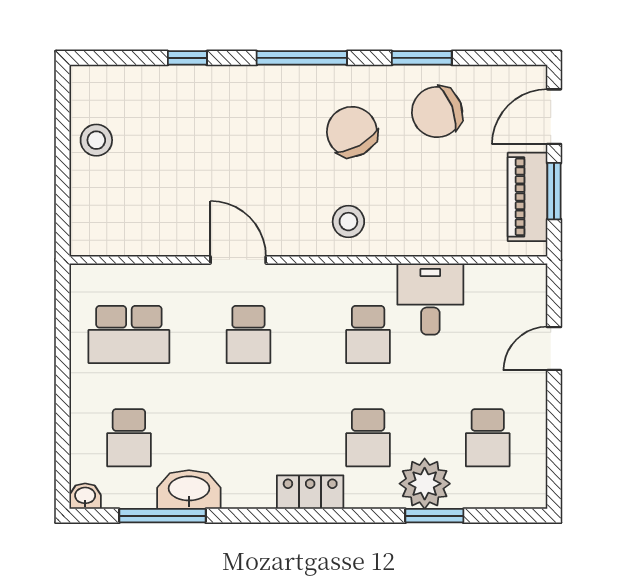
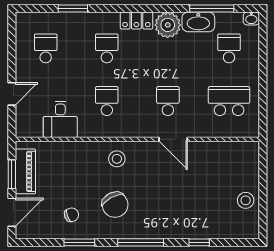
chair: (437, 112) -> (72, 215), width x0.54, depth x0.54
desk: (430, 299) -> (60, 119), moved
plant: (425, 484) -> (168, 25), moved

